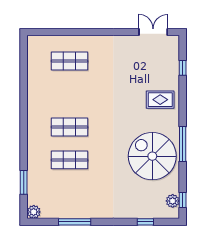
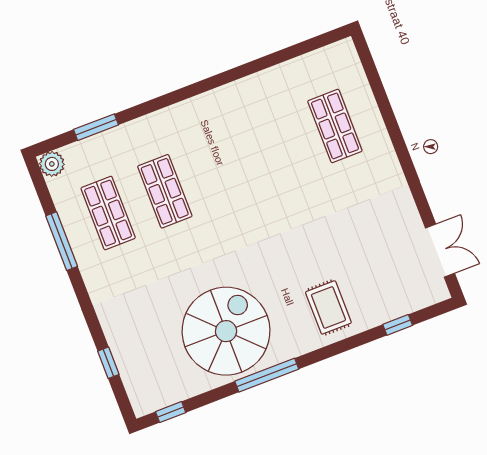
shop shelf: (69, 127) -> (108, 213), moved
plant: (173, 201) -> (162, 396), removed

